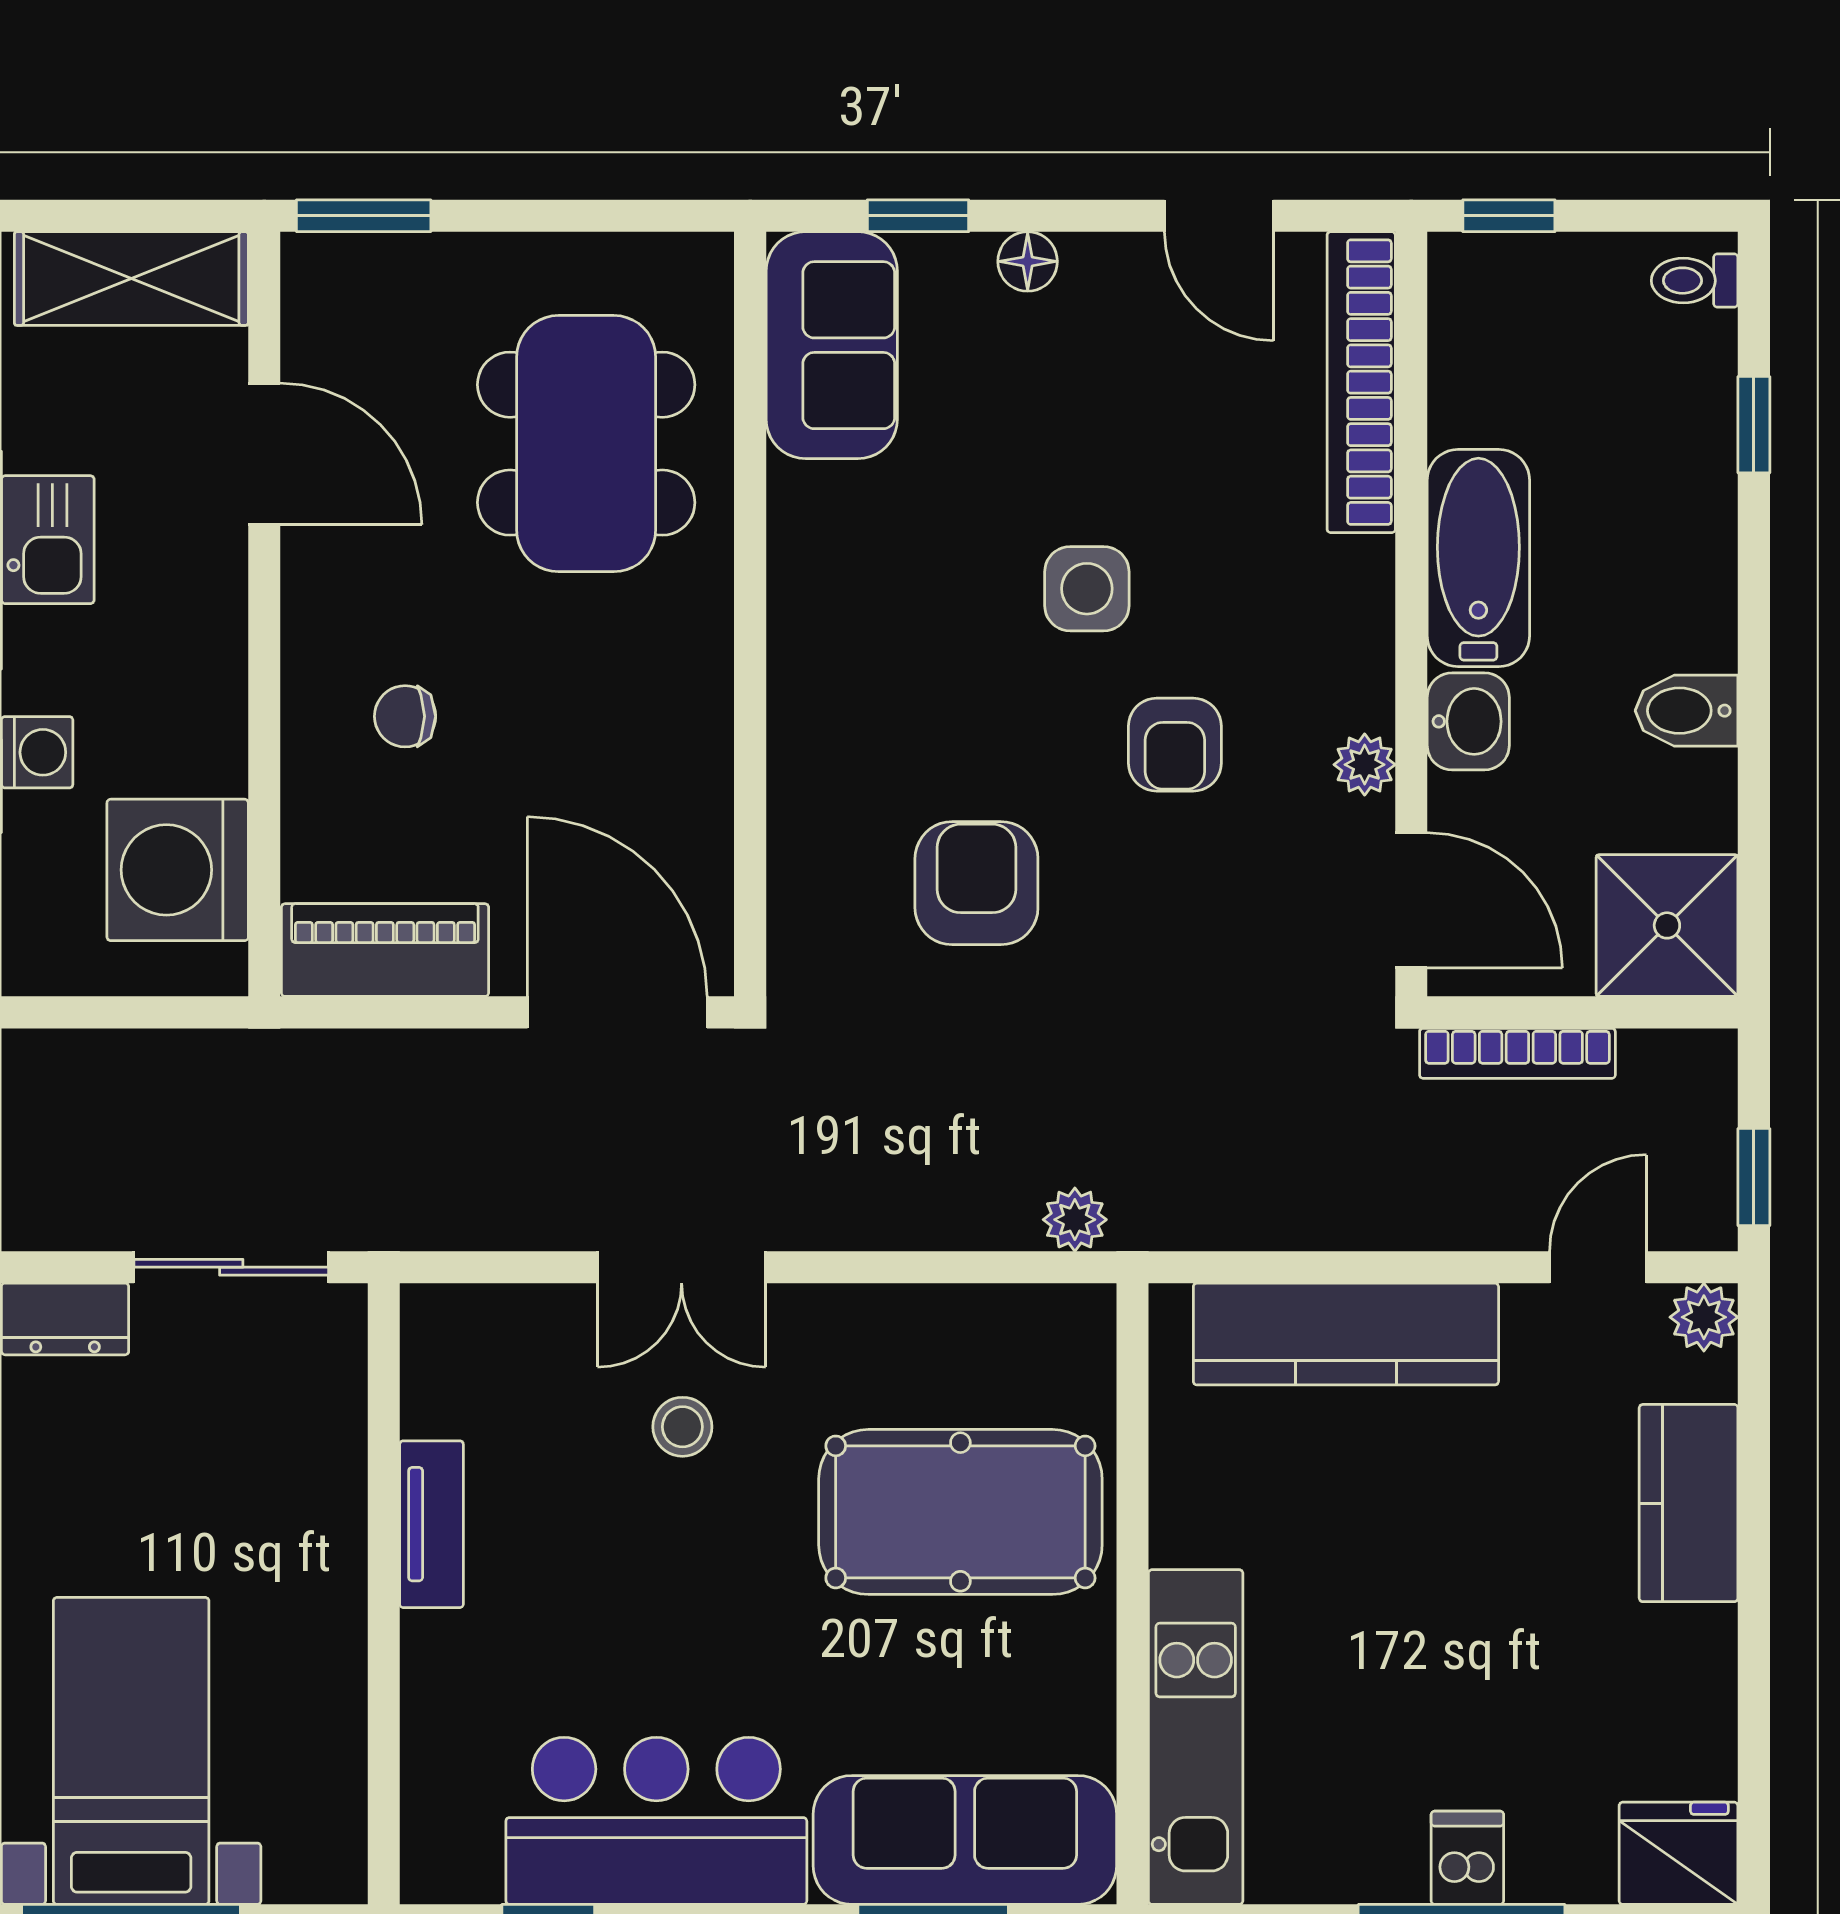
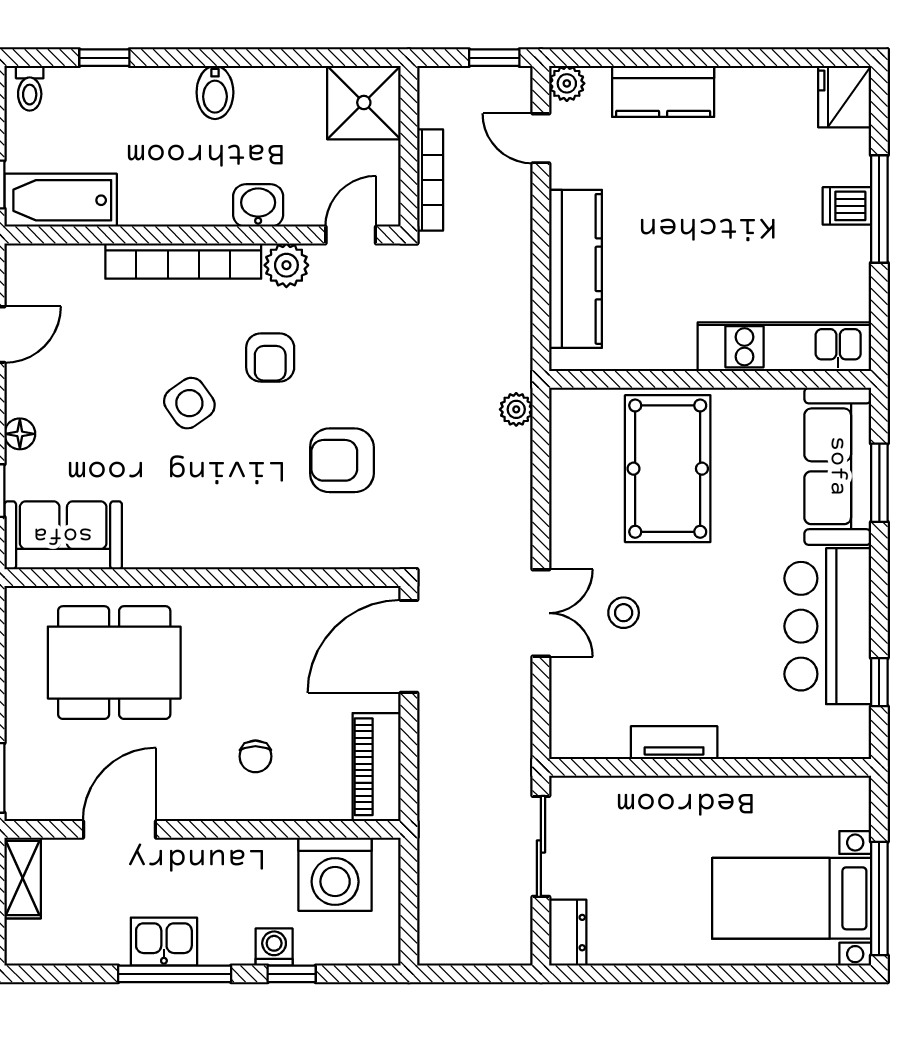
shelving: (131, 279) -> (23, 878), width x0.67, depth x0.75
bookcase: (1361, 382) -> (183, 261), moved
bathtub: (1478, 558) -> (61, 200), moved
side table: (1087, 589) -> (189, 403), turned -35
bidet: (1687, 711) -> (215, 92), moved
armchair: (1175, 745) -> (270, 358), turned 90
plant: (1365, 765) -> (286, 265), width x1.38, depth x1.38
door: (1411, 900) -> (351, 235), width x0.73

